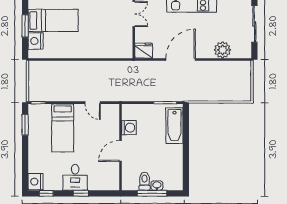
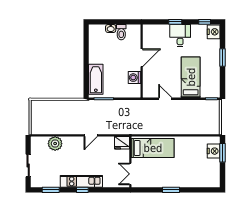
bed: (53, 20) -> (153, 148), moved, turned 180
sliding door: (254, 24) -> (28, 165), width x0.73
window: (25, 26) -> (223, 153), moved
door: (181, 59) -> (91, 135), width x0.53
window: (25, 125) -> (223, 58), moved
window: (152, 193) -> (115, 22), removed

